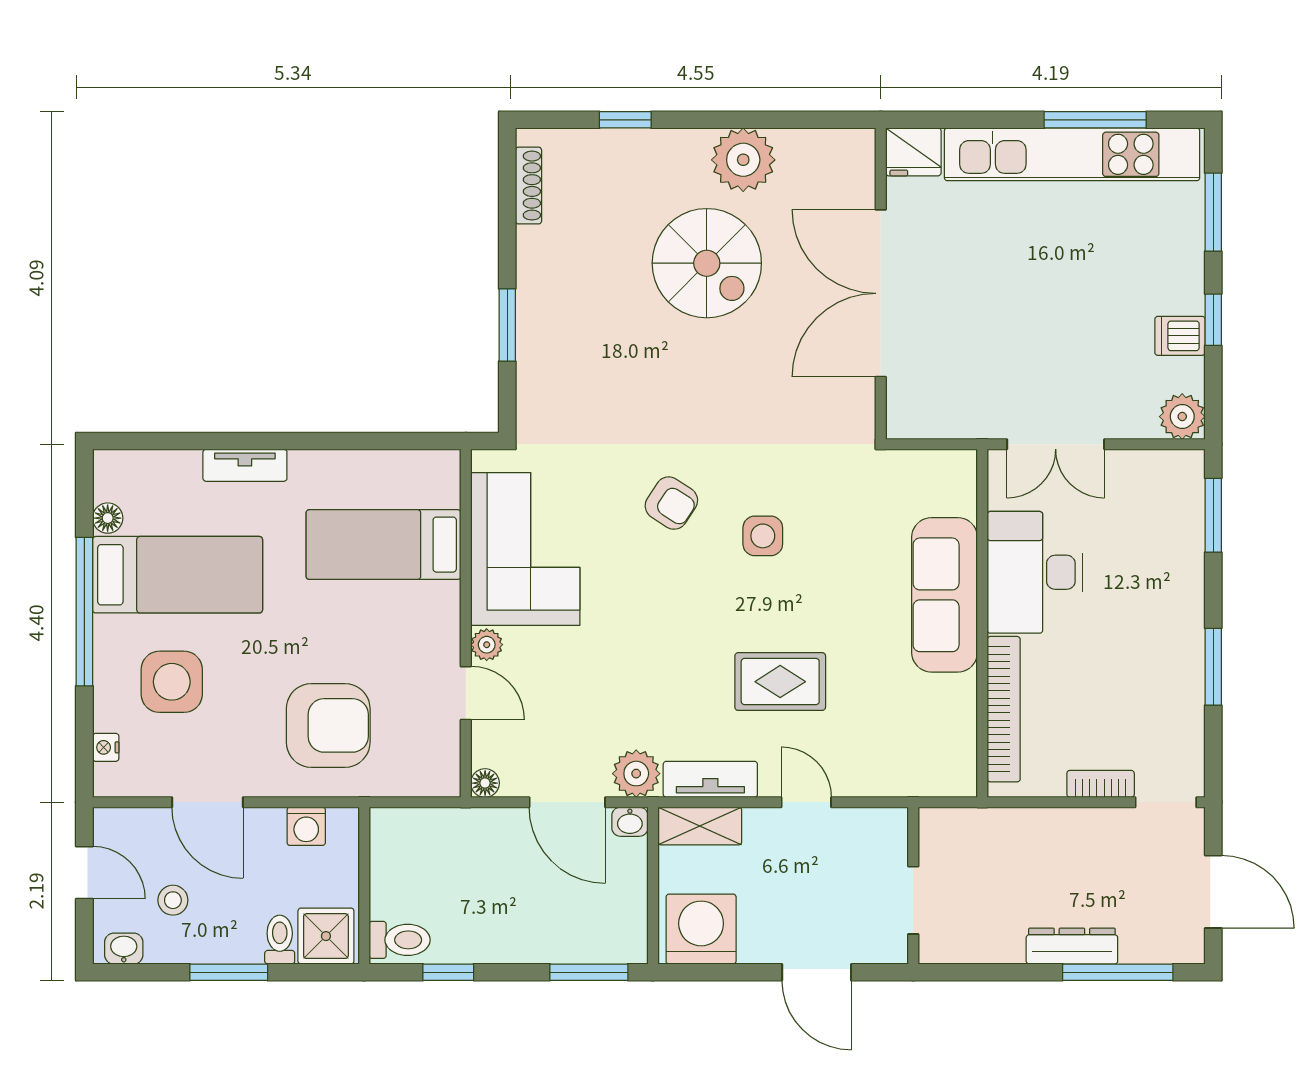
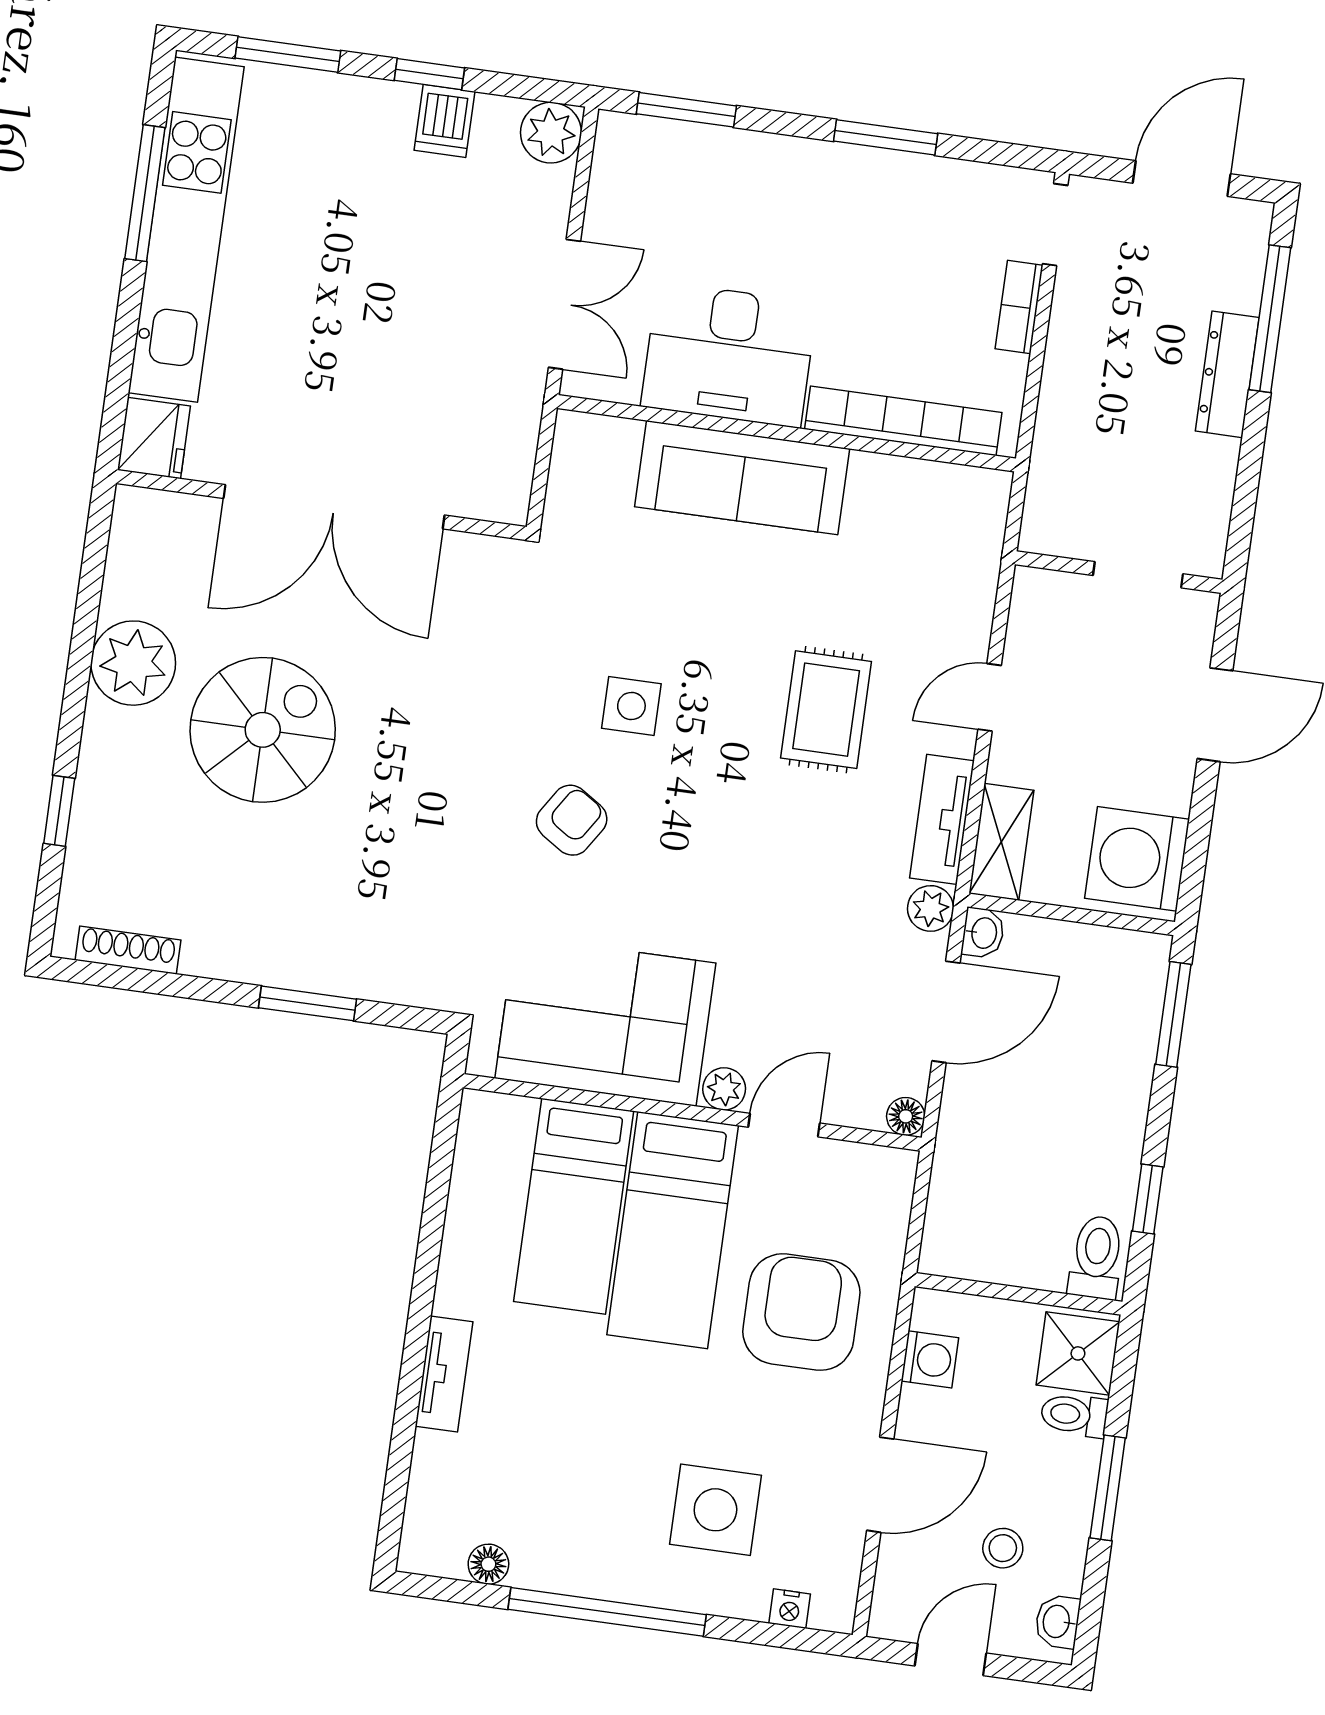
bed: (178, 575) -> (673, 1230), moved, turned 180
plant: (636, 774) -> (931, 908), width x0.73, depth x0.73

